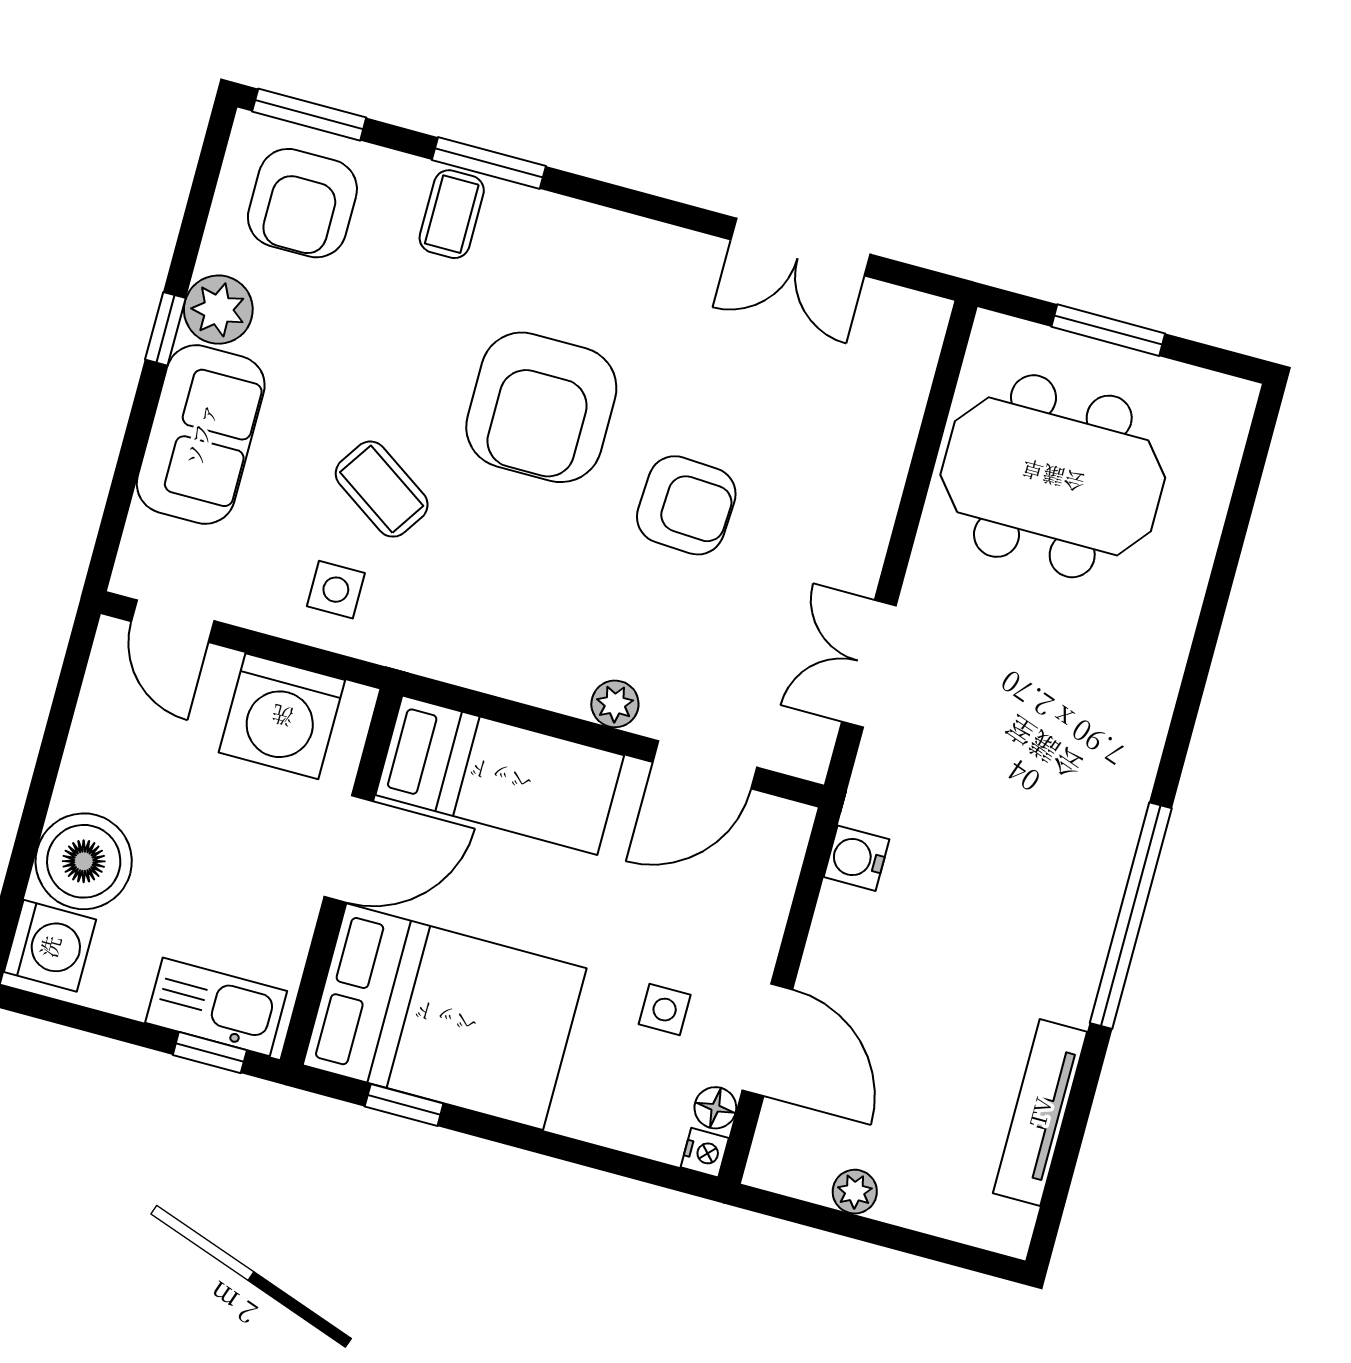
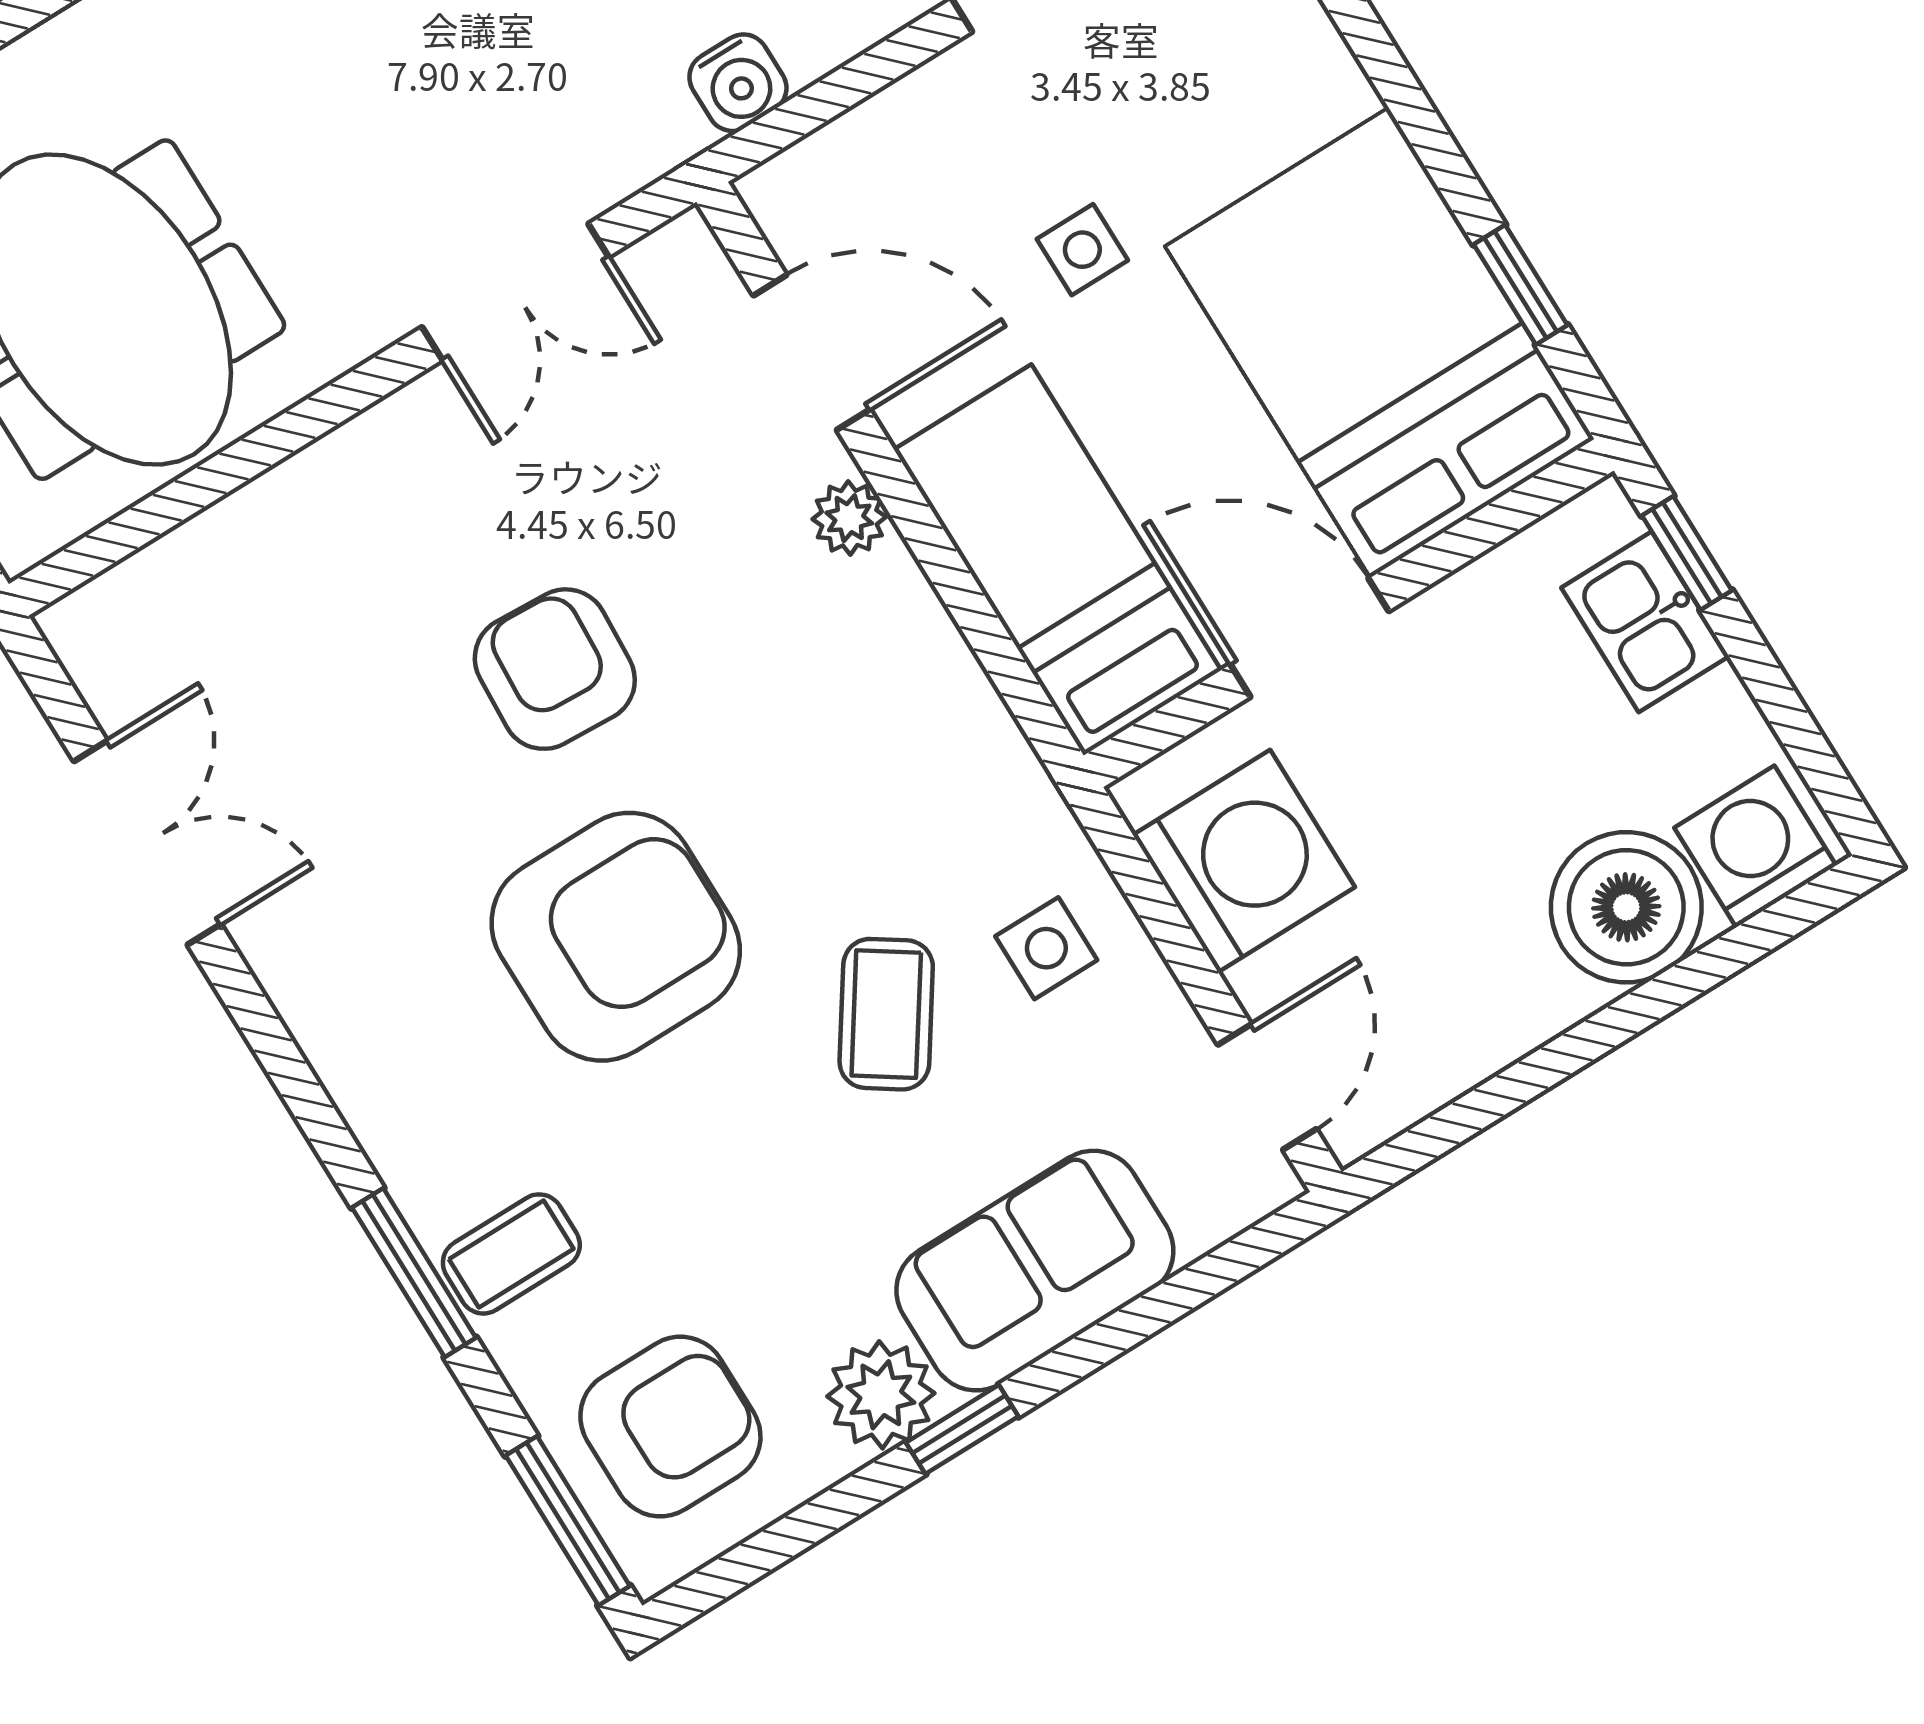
kitchen sink: (216, 1007) -> (1645, 622), width x0.73
side table: (665, 1010) -> (1082, 250), moved

